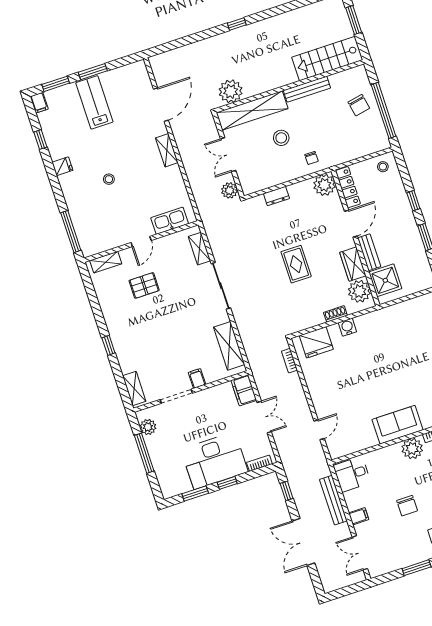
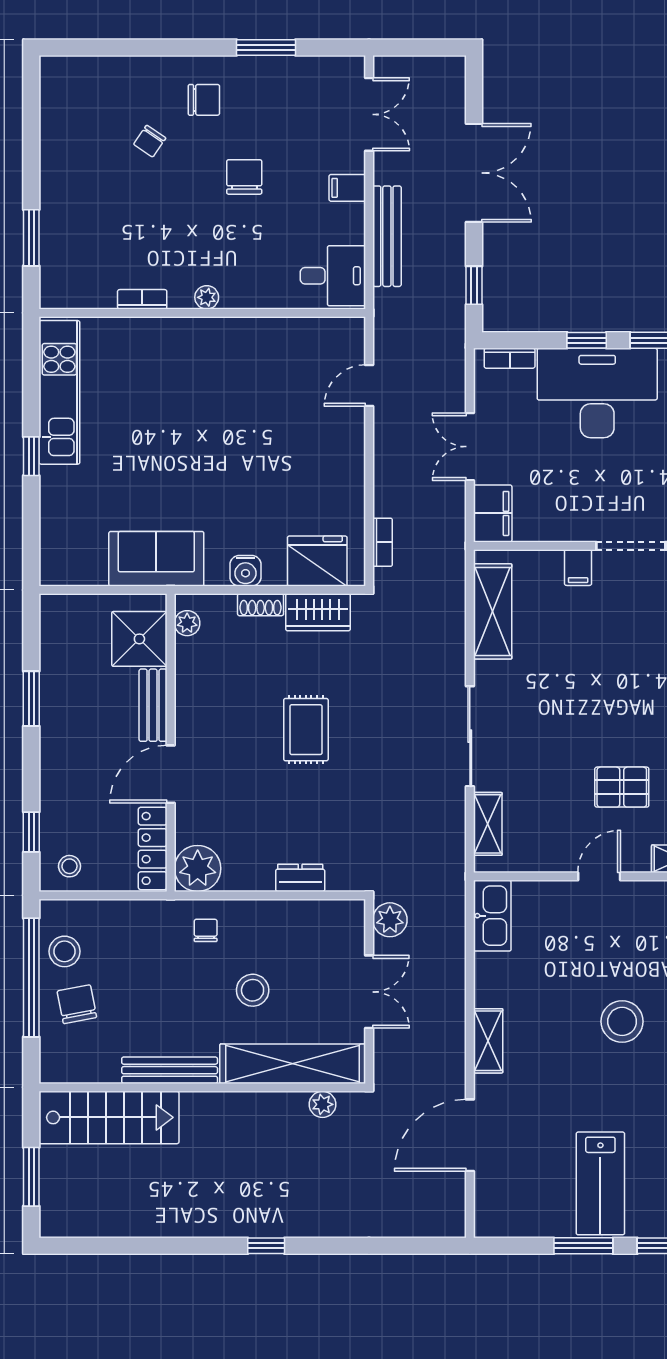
plant: (231, 91) -> (322, 1104), width x0.53, depth x0.53
stool: (372, 127) -> (64, 951), added
stool: (109, 179) -> (622, 1021), width x1.89, depth x1.89
window: (413, 201) -> (31, 832), moved
kitchen sink: (170, 221) -> (492, 916), moved, turned -90
wardrobe: (353, 264) -> (318, 612), moved, turned 90
plant: (359, 291) -> (187, 623), width x0.53, depth x0.53
sofa: (398, 425) -> (156, 559), moved, turned 180
plant: (412, 449) -> (207, 297), width x0.53, depth x0.53

